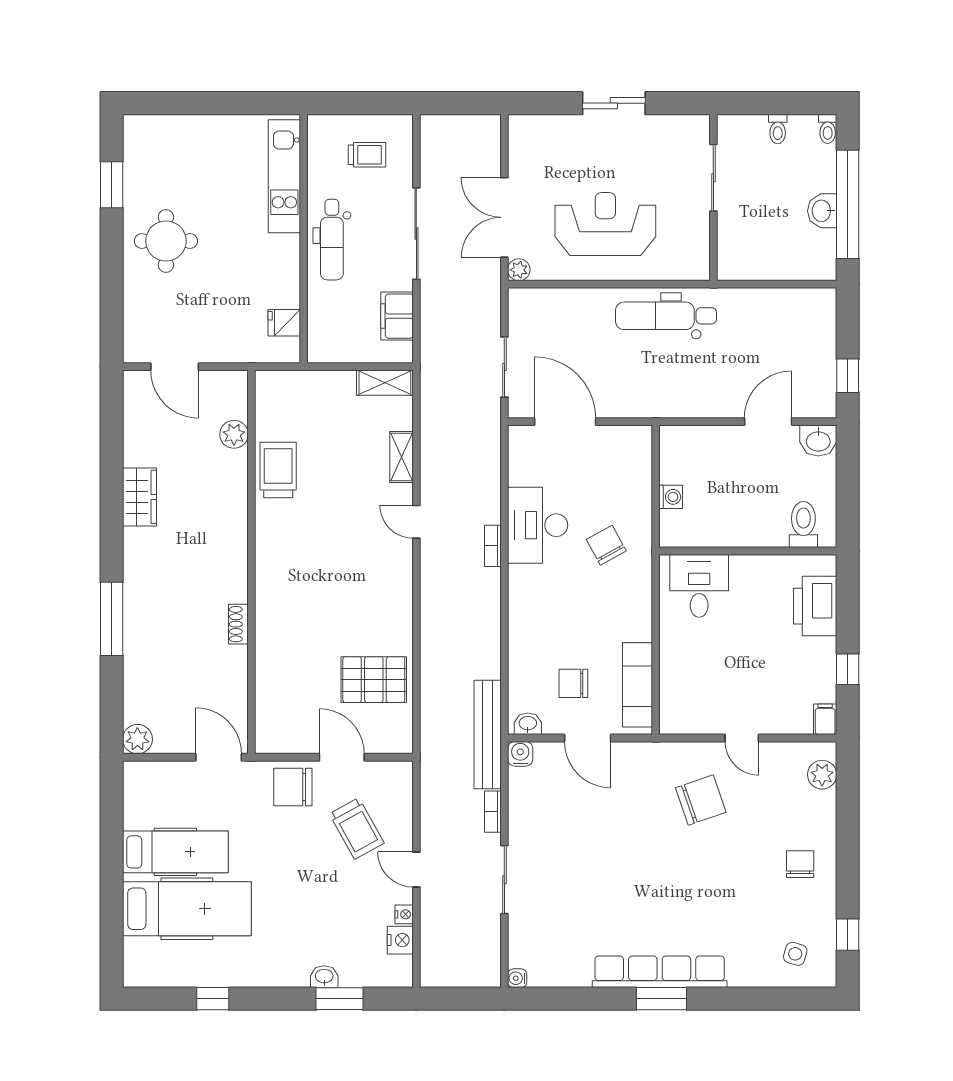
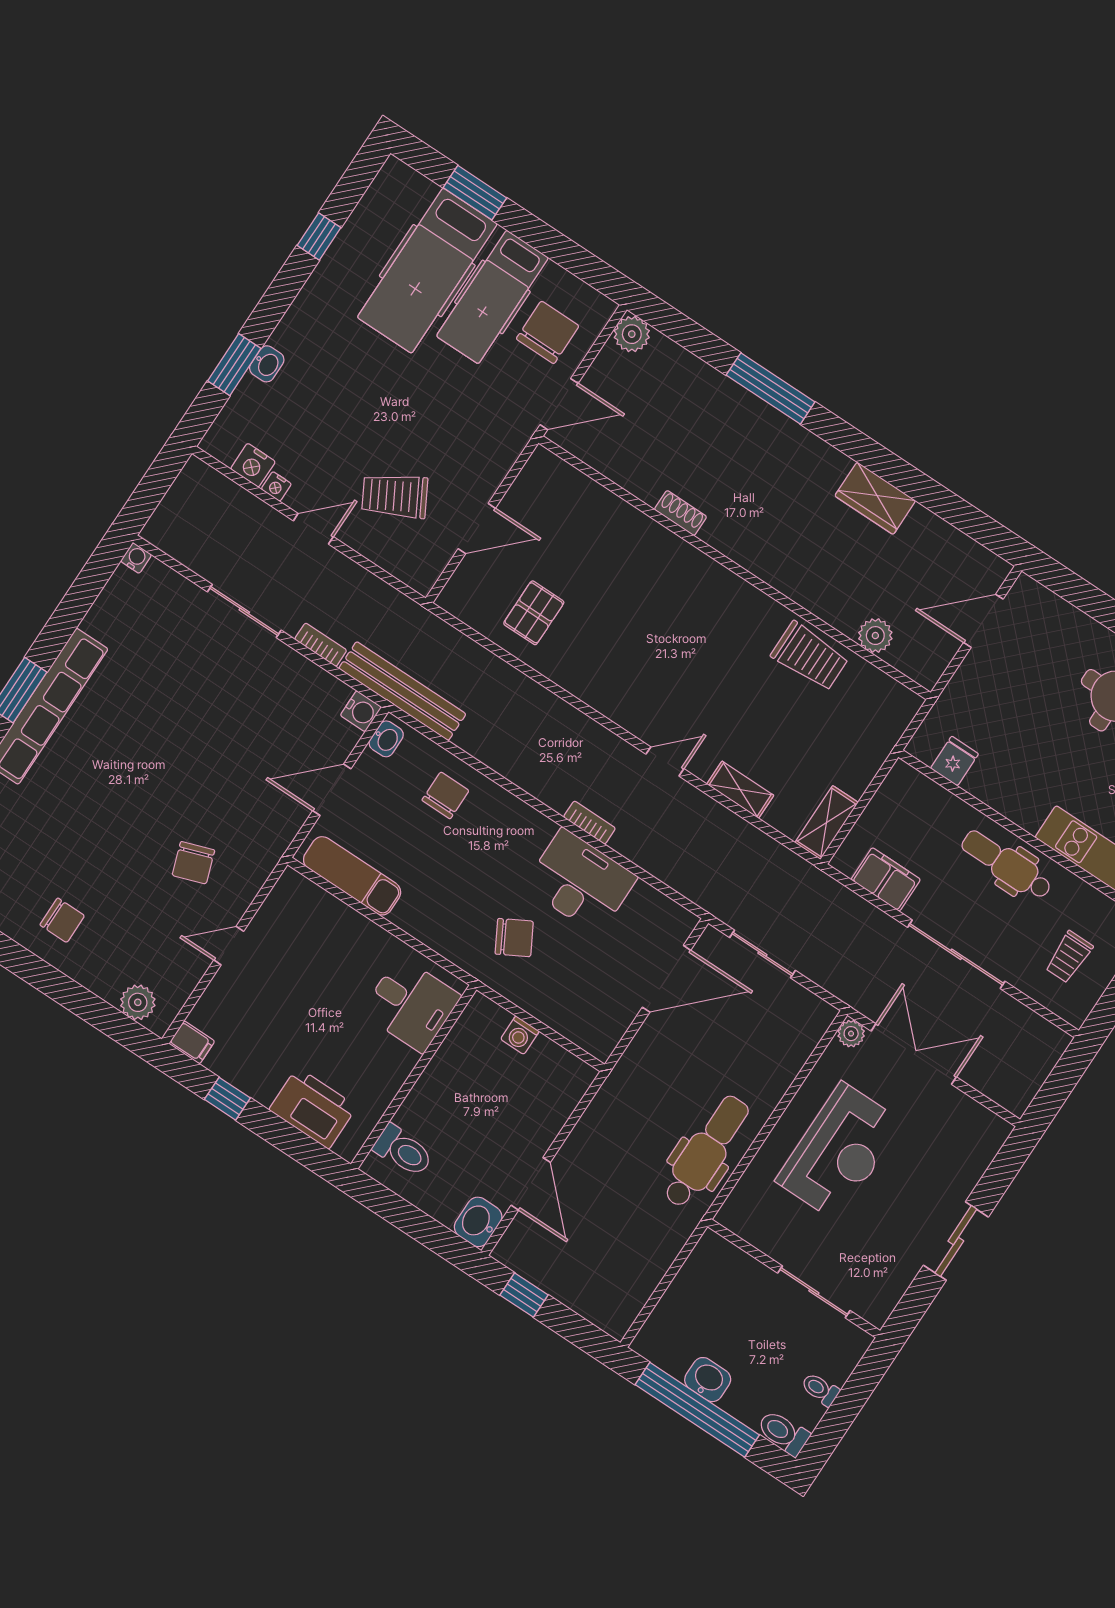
toilet: (828, 129) -> (783, 1433), width x1.37, depth x1.39
pallet: (374, 680) -> (534, 613), width x0.67, depth x0.71
chair: (573, 683) -> (445, 795), moved
chair: (293, 787) -> (548, 332), moved
chair: (701, 800) -> (193, 863), width x0.73, depth x0.73
window: (112, 911) -> (475, 193), added

